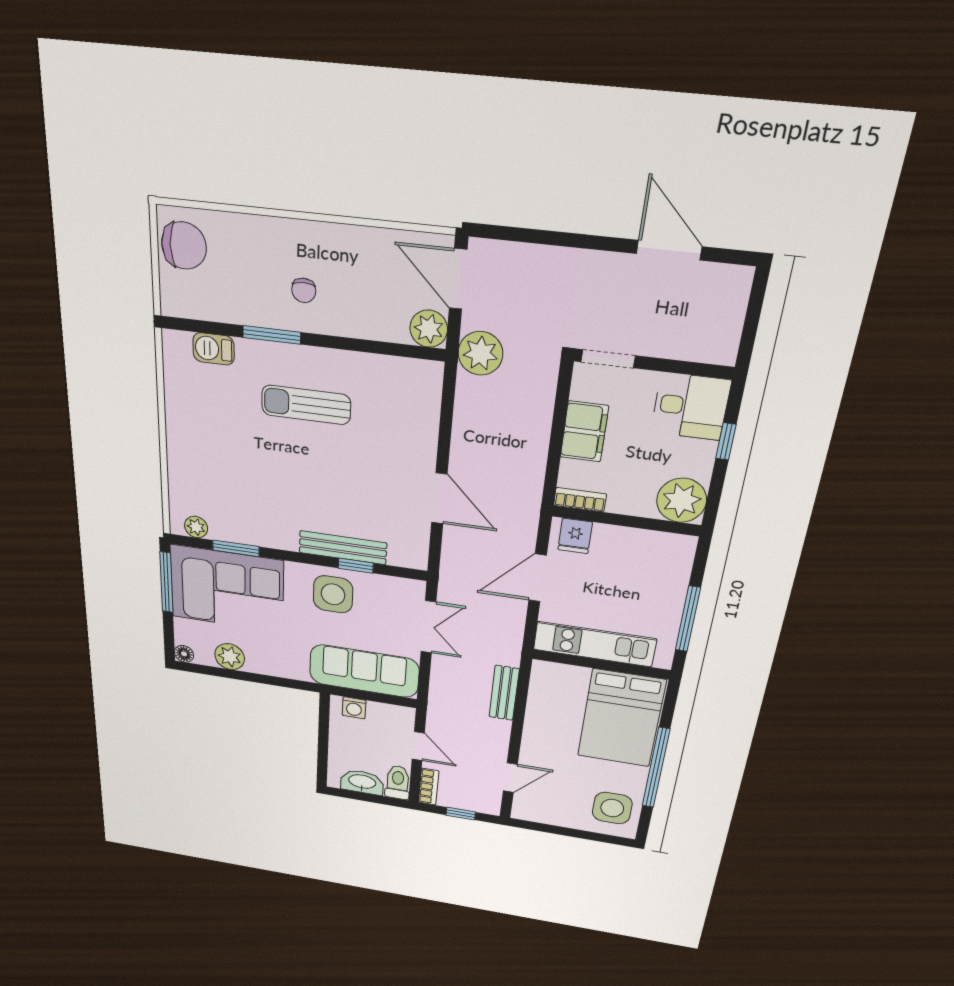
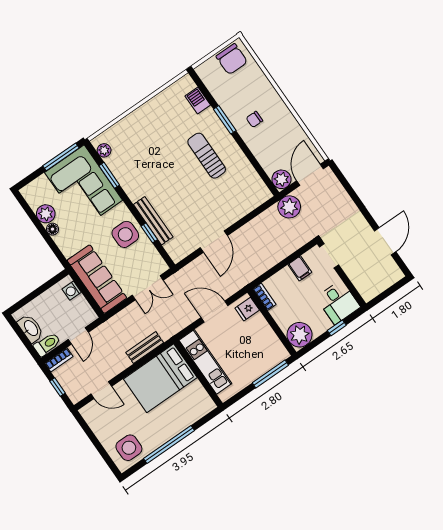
filing cabinet: (584, 431) -> (300, 268), width x0.50
window: (688, 619) -> (270, 374), moved
floor lamp: (184, 654) -> (52, 229), moved
bed: (621, 718) -> (160, 378), moved

